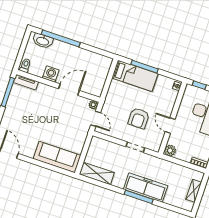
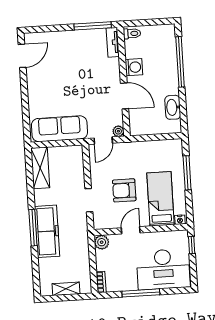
washbasin: (43, 41) -> (173, 107), moved
bed: (135, 76) -> (160, 199), moved, turned 180
sofa: (57, 157) -> (59, 129), moved, turned -90

